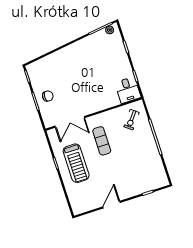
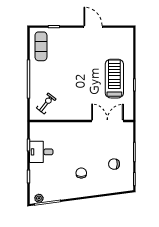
chair: (78, 66) -> (81, 173), added
desk: (128, 90) -> (41, 152), moved, turned -90
chair: (48, 96) -> (114, 164), moved
exercise mat: (102, 141) -> (41, 46), moved
door: (112, 205) -> (93, 27), swing flipped

